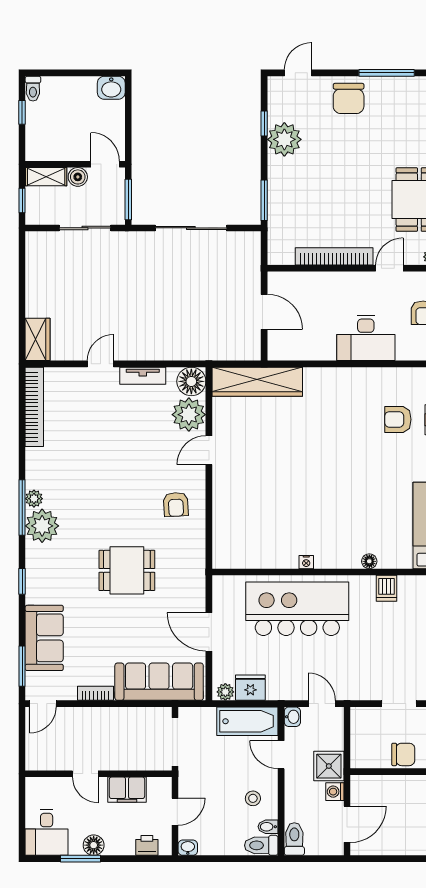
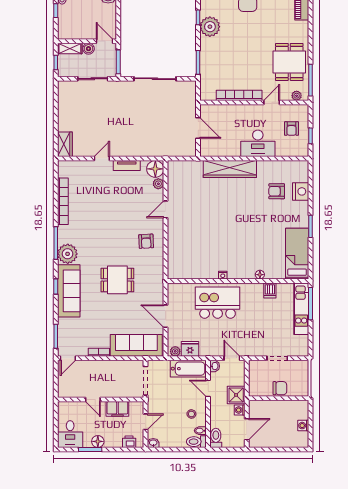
wardrobe: (257, 382) -> (230, 169), moved
bookcase: (34, 407) -> (63, 201), moved
plant: (189, 415) -> (158, 184), width x0.53, depth x0.53
plant: (34, 499) -> (63, 238), removed
kitchen island: (297, 609) -> (218, 303), width x0.73
sofa: (44, 638) -> (69, 291), moved, width x1.36

